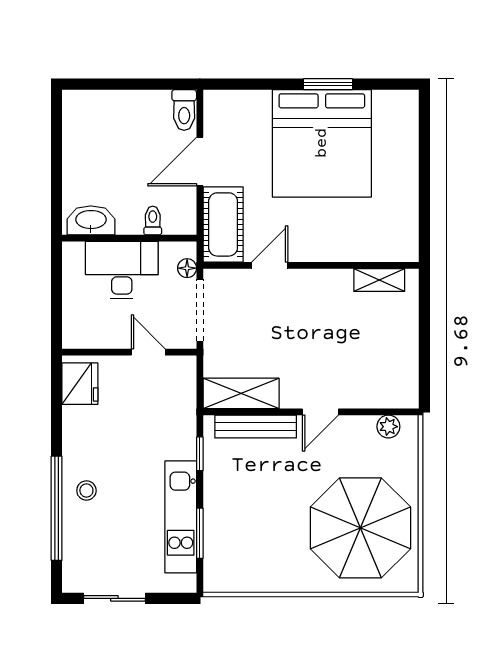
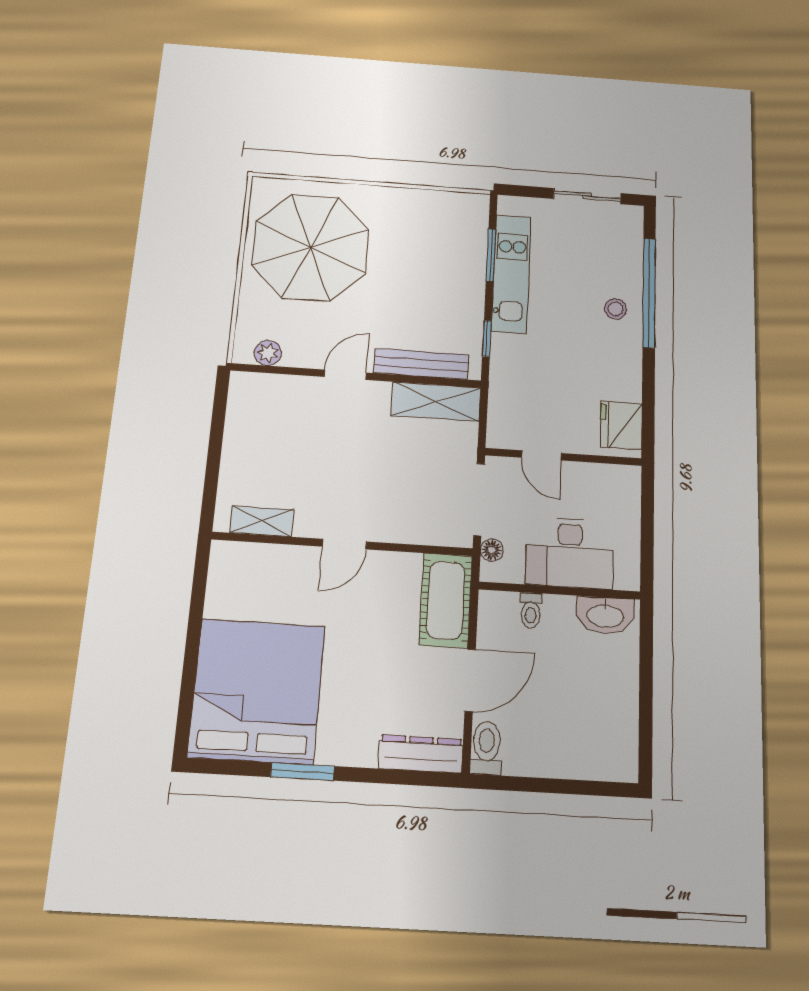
dresser: (236, 103) -> (421, 754), added
bed: (322, 143) -> (257, 691), moved
door: (270, 265) -> (344, 544), moved

